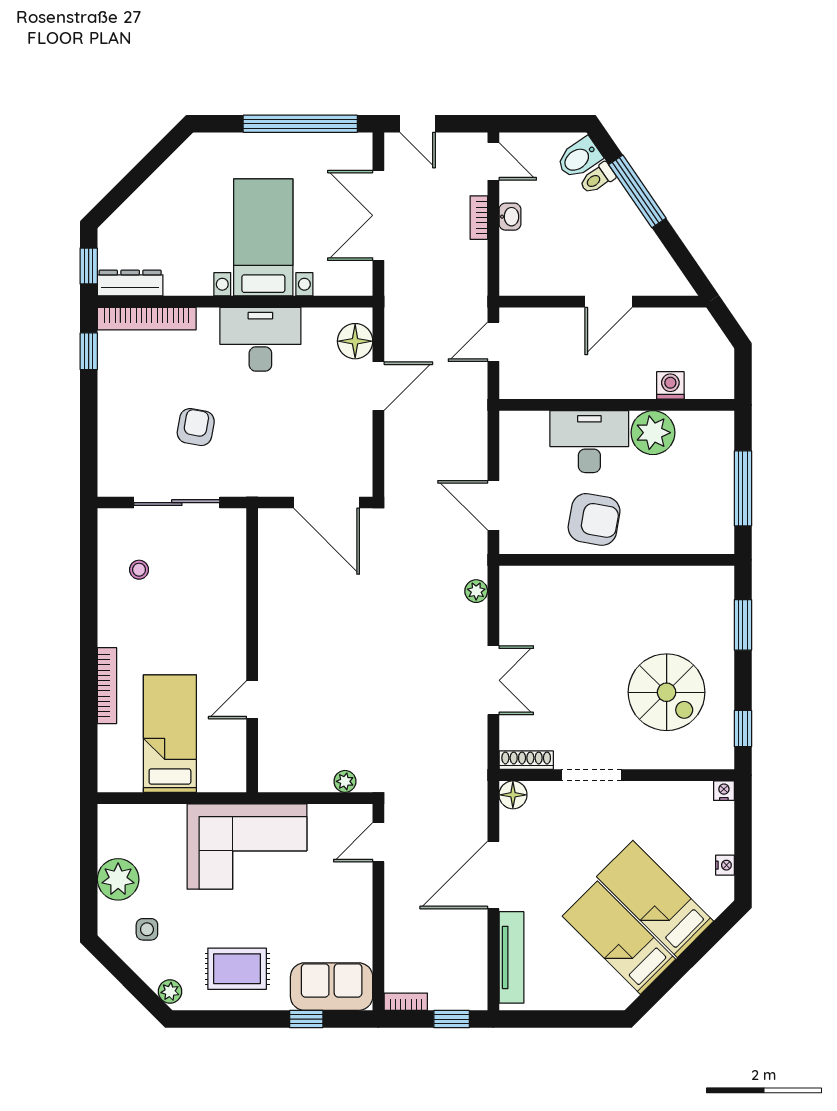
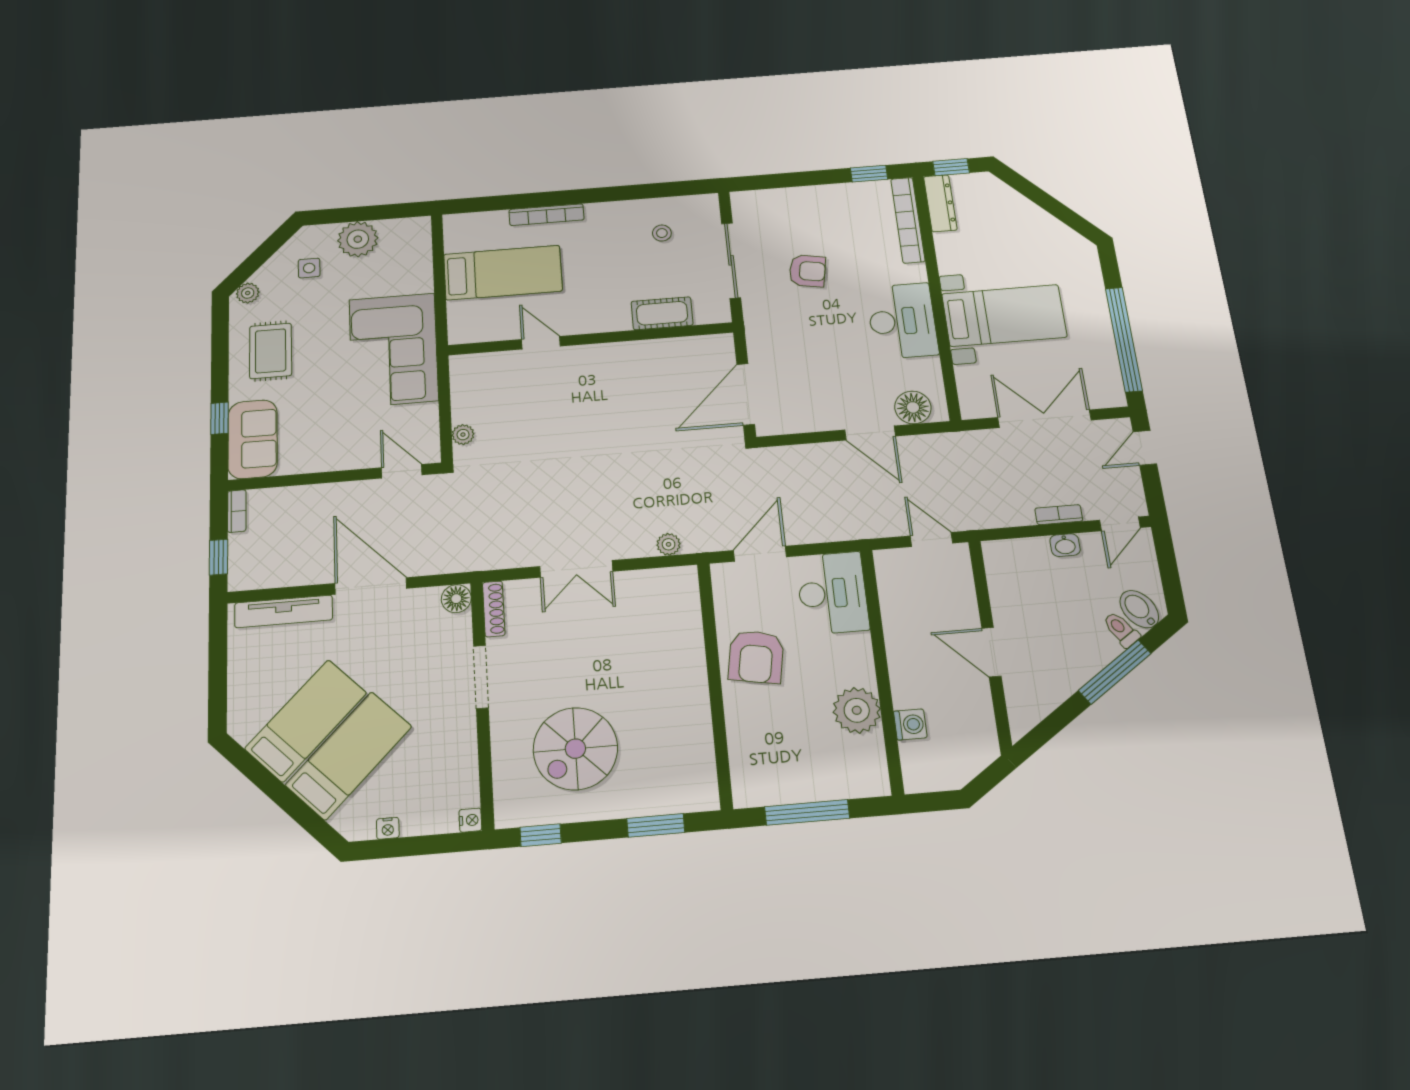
desk: (589, 442) -> (832, 593), moved
cot: (230, 577) -> (662, 313), added

